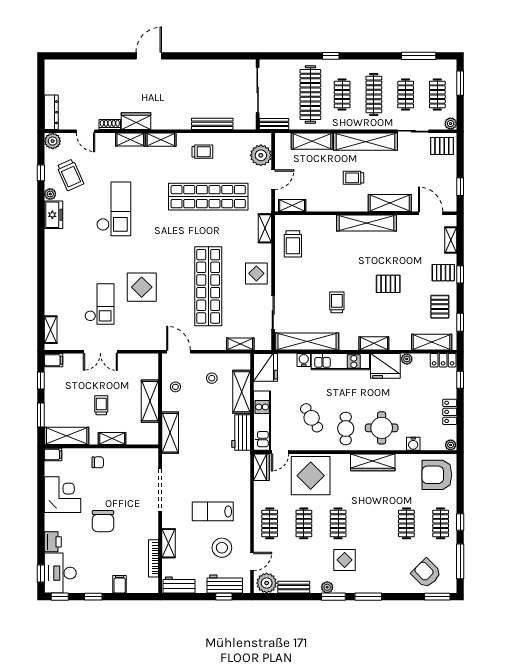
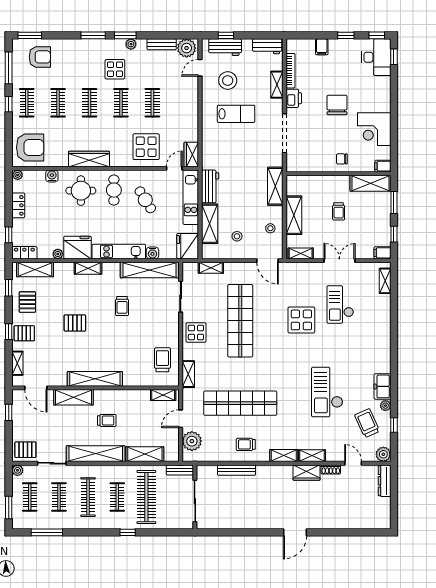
shelving: (112, 439) -> (301, 253), moved
display table: (311, 476) -> (146, 147), width x0.73, depth x0.73
clothes rail: (270, 523) -> (90, 103), moved
printer: (53, 542) -> (294, 98), moved, turned 180
armchair: (426, 573) -> (40, 57), turned -45

